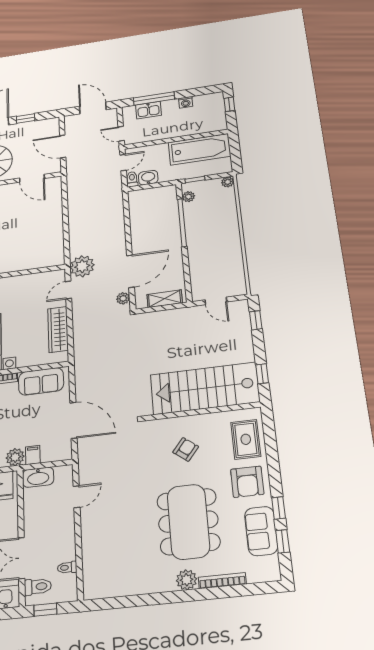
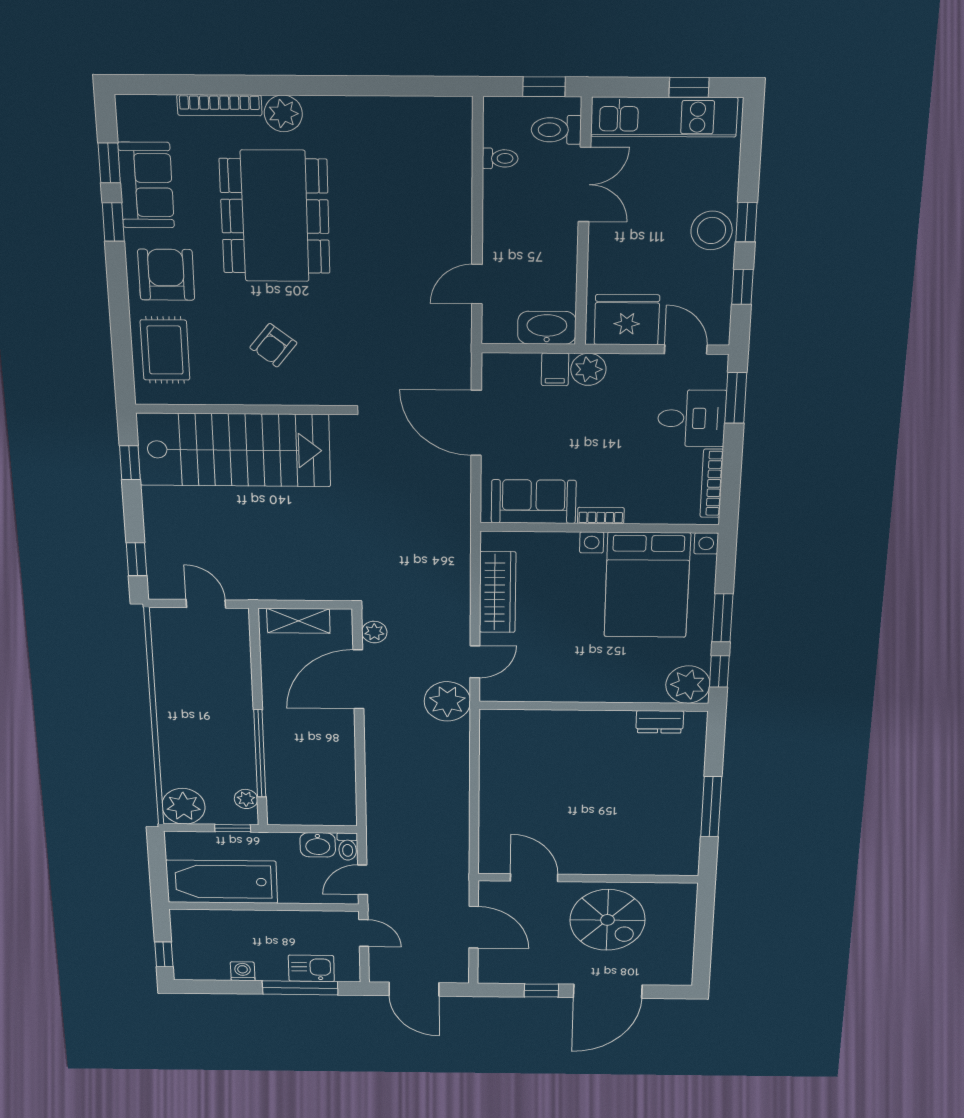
plant: (228, 182) -> (183, 806), width x1.87, depth x1.87

